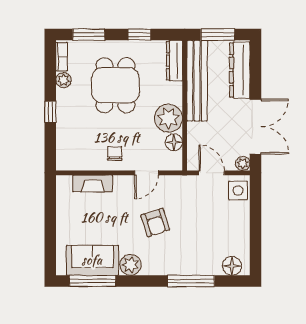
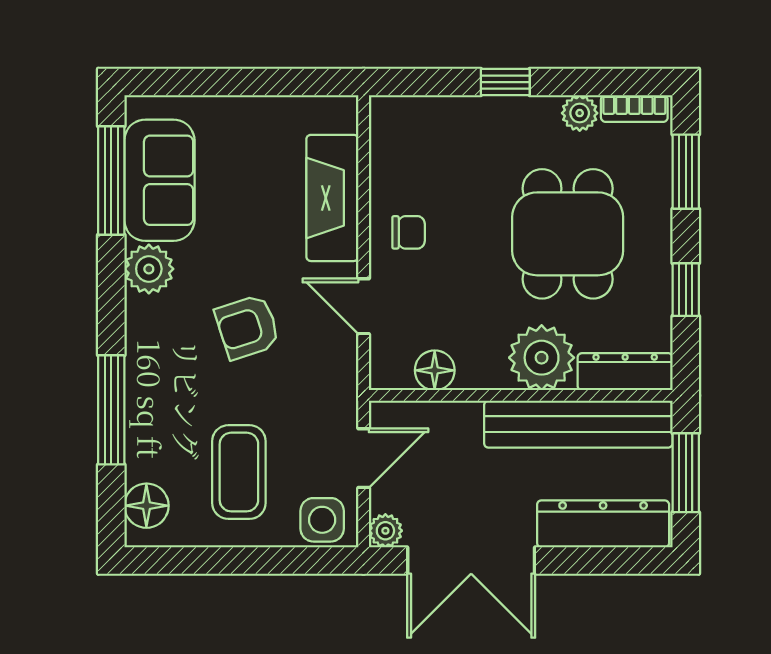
dining table: (115, 85) -> (568, 234), turned 90
plant: (168, 118) -> (542, 358), moved
fireplace: (93, 183) -> (332, 198), width x1.37, depth x1.32
coffee table: (218, 226) -> (239, 472), added

